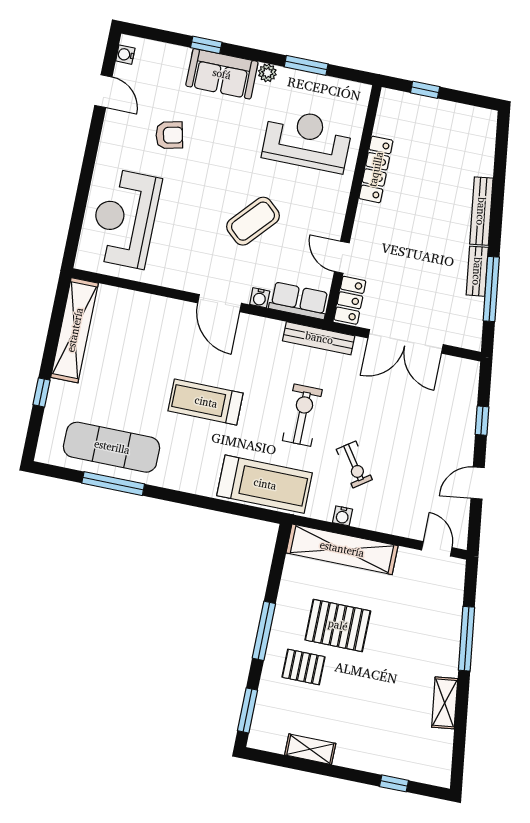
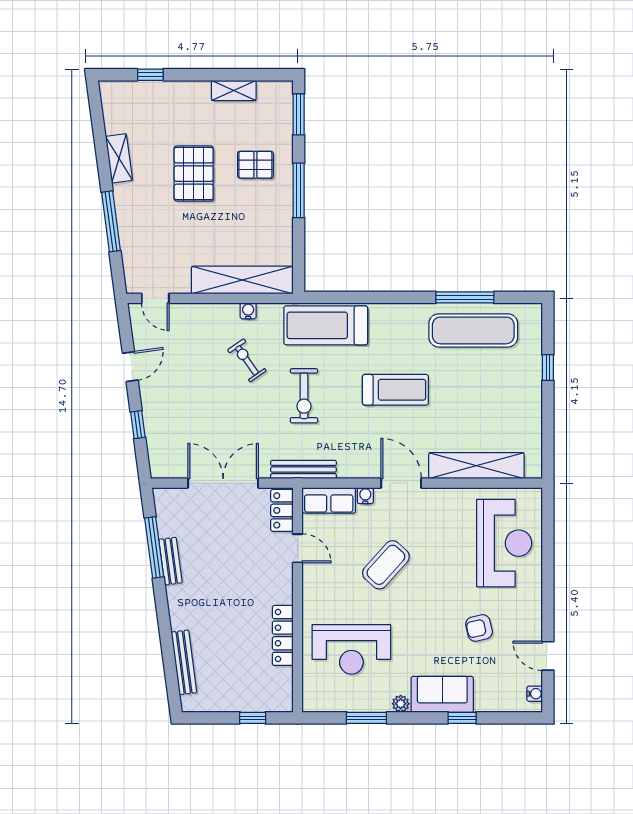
bench: (481, 211) -> (184, 662), moved
shelving: (75, 330) -> (476, 466), moved, turned 90
pallet: (338, 625) -> (194, 174), moved, turned 90

